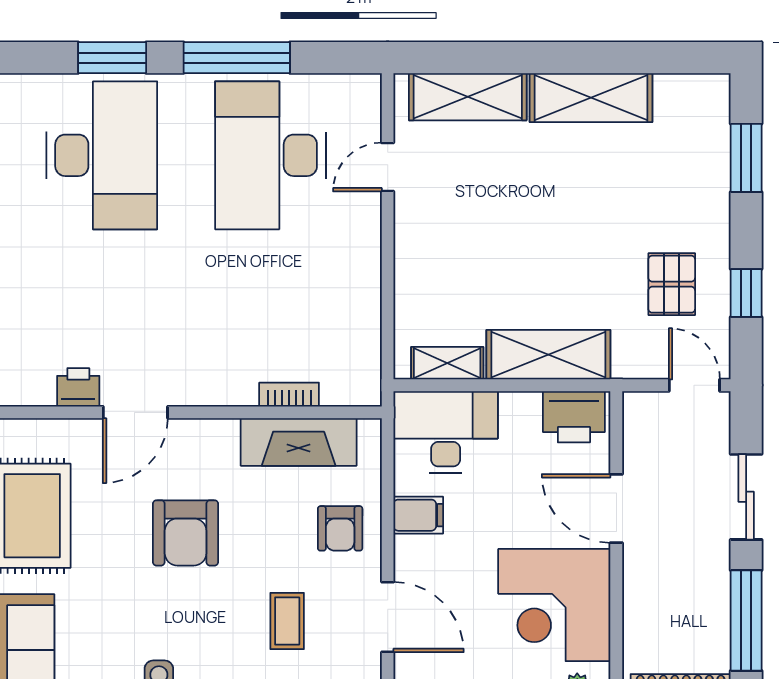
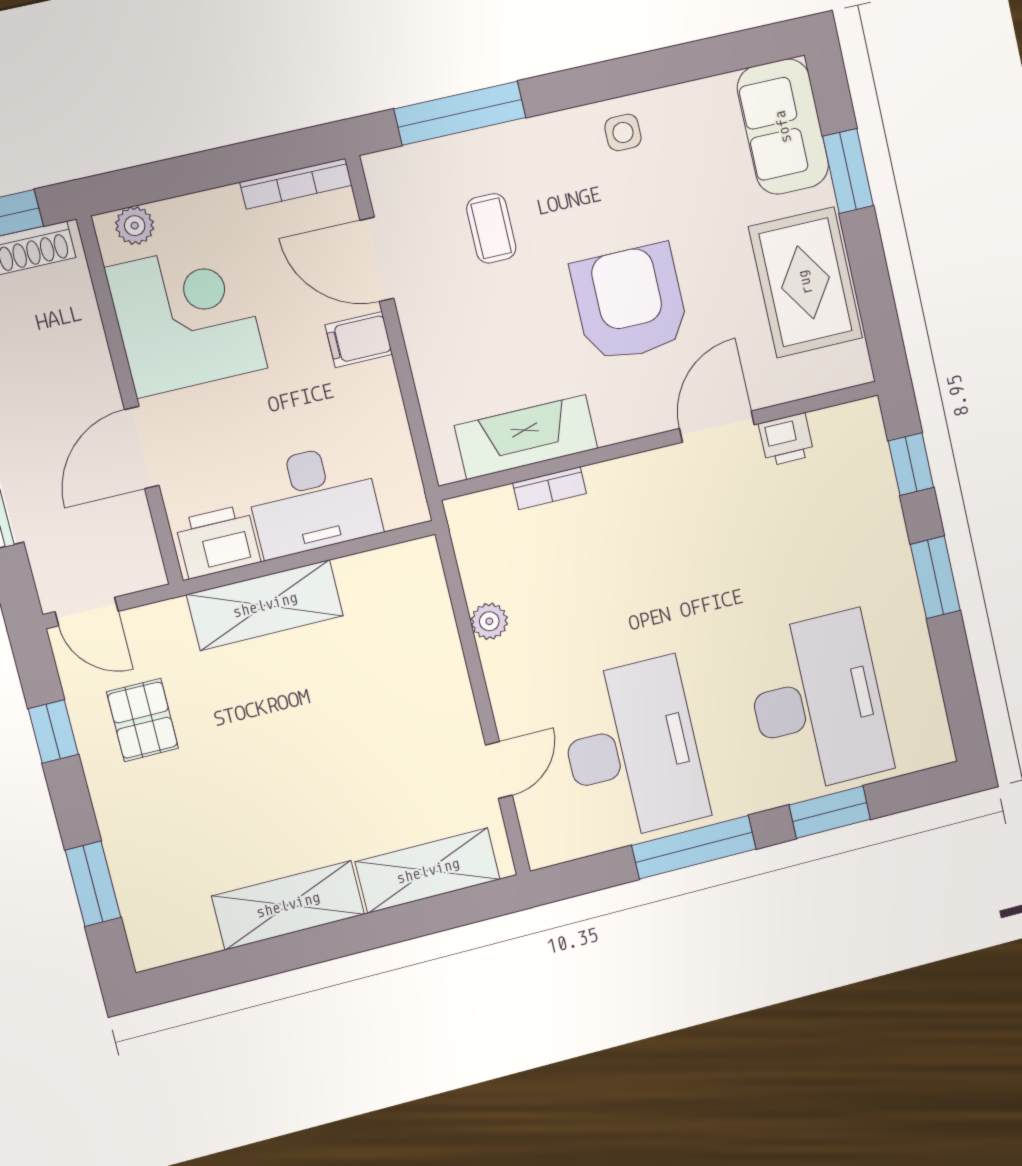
desk: (102, 155) -> (817, 703), turned 180
plant: (366, 295) -> (489, 621), added
shelving: (447, 363) -> (379, 567), removed
desk: (446, 432) -> (313, 500), moved
door: (616, 508) -> (142, 448), swing flipped
filing cabinet: (418, 515) -> (359, 340), moved
armchair: (340, 528) -> (456, 349), removed
armchair: (186, 533) -> (630, 303), width x1.36, depth x1.36

